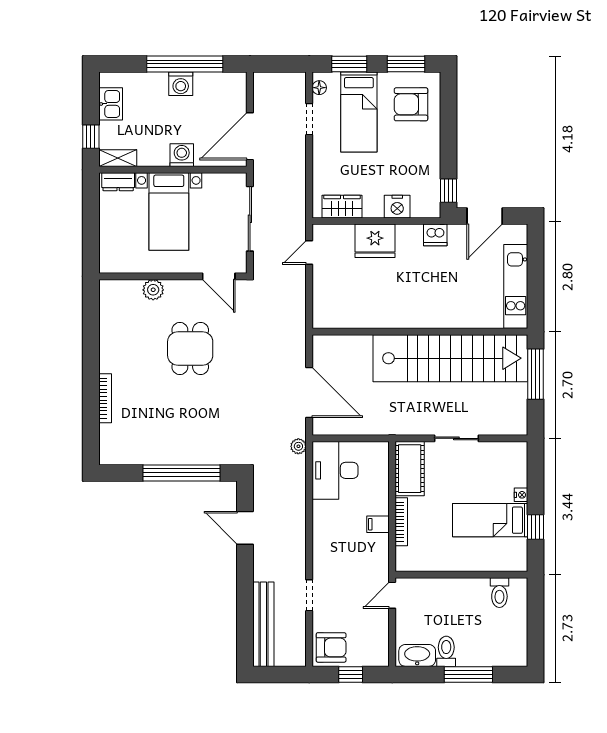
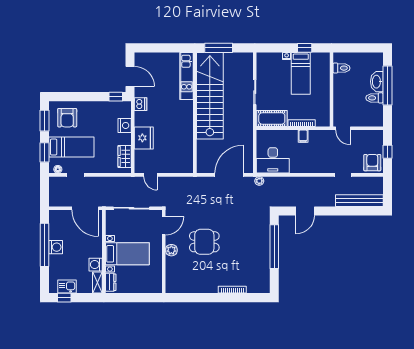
window: (91, 137) -> (64, 298), moved
washing machine: (182, 155) -> (96, 265), moved
kitchen unit: (516, 286) -> (187, 76), moved, turned 90
plant: (153, 290) -> (171, 250), moved
washbasin: (417, 655) -> (377, 82), moved
window: (468, 674) -> (387, 86), width x1.46

